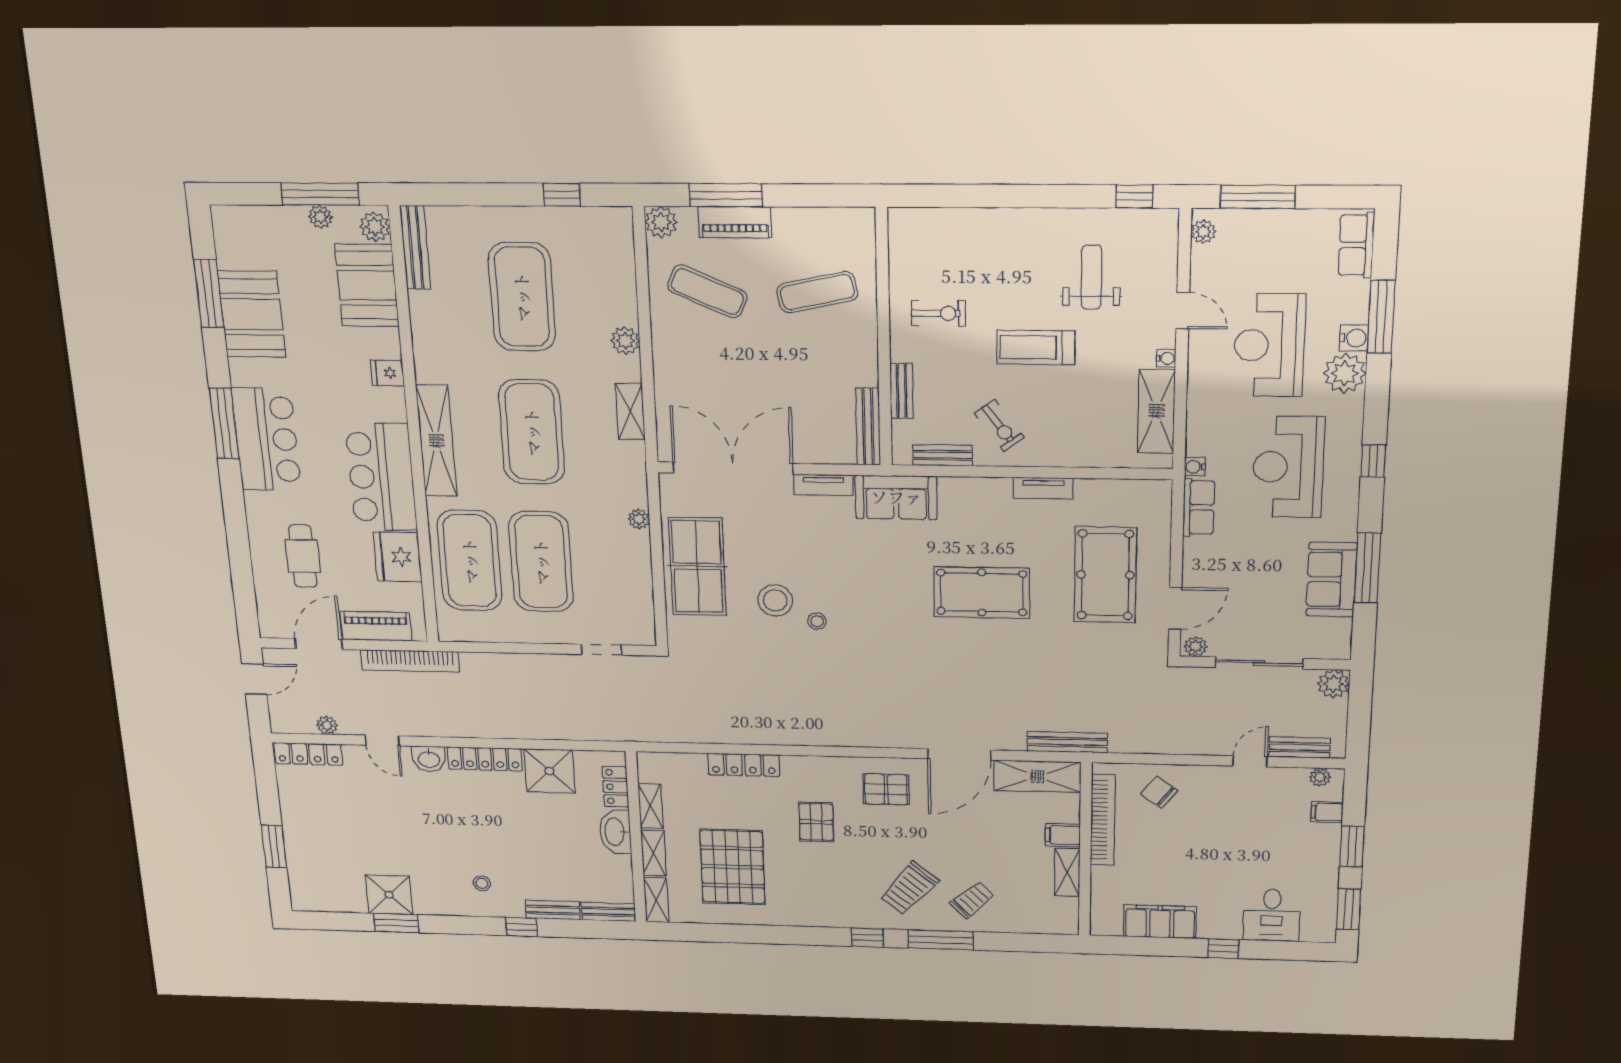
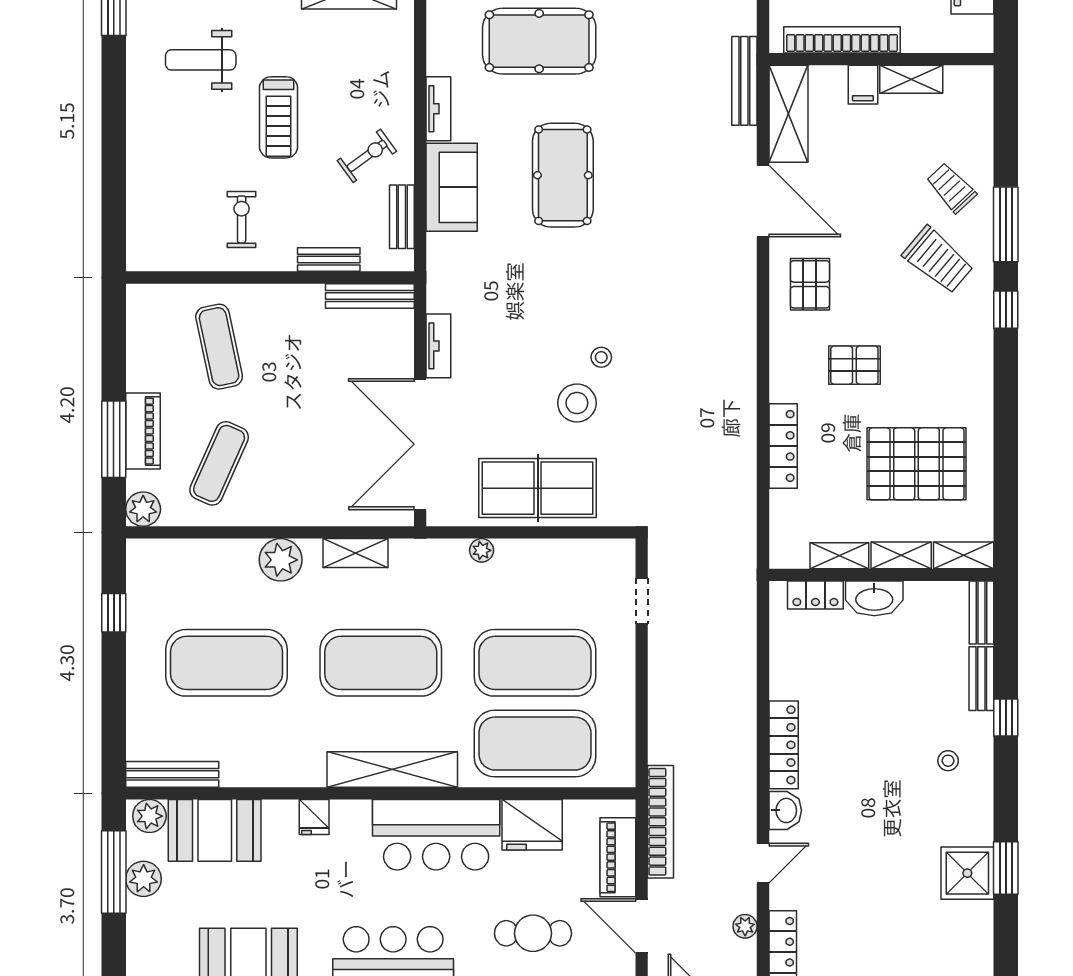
plant: (320, 217) -> (144, 879), width x1.38, depth x1.38
plant: (625, 341) -> (281, 560), width x1.36, depth x1.36
sofa: (896, 497) -> (452, 187), moved
shower: (549, 771) -> (797, 670), removed

